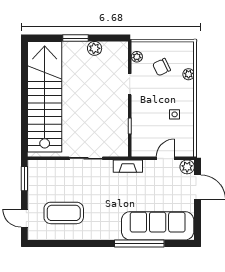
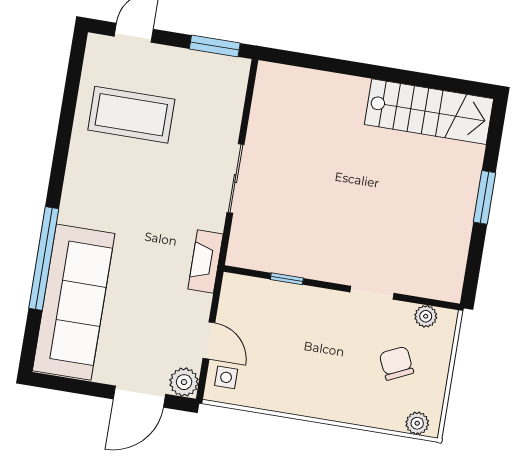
plant: (95, 48) -> (457, 233), removed
plant: (189, 74) -> (417, 423), moved
stairs: (45, 97) -> (429, 112), width x0.54, depth x0.66
side table: (175, 114) -> (226, 377), moved
coffee table: (64, 213) -> (131, 115), turned 90

